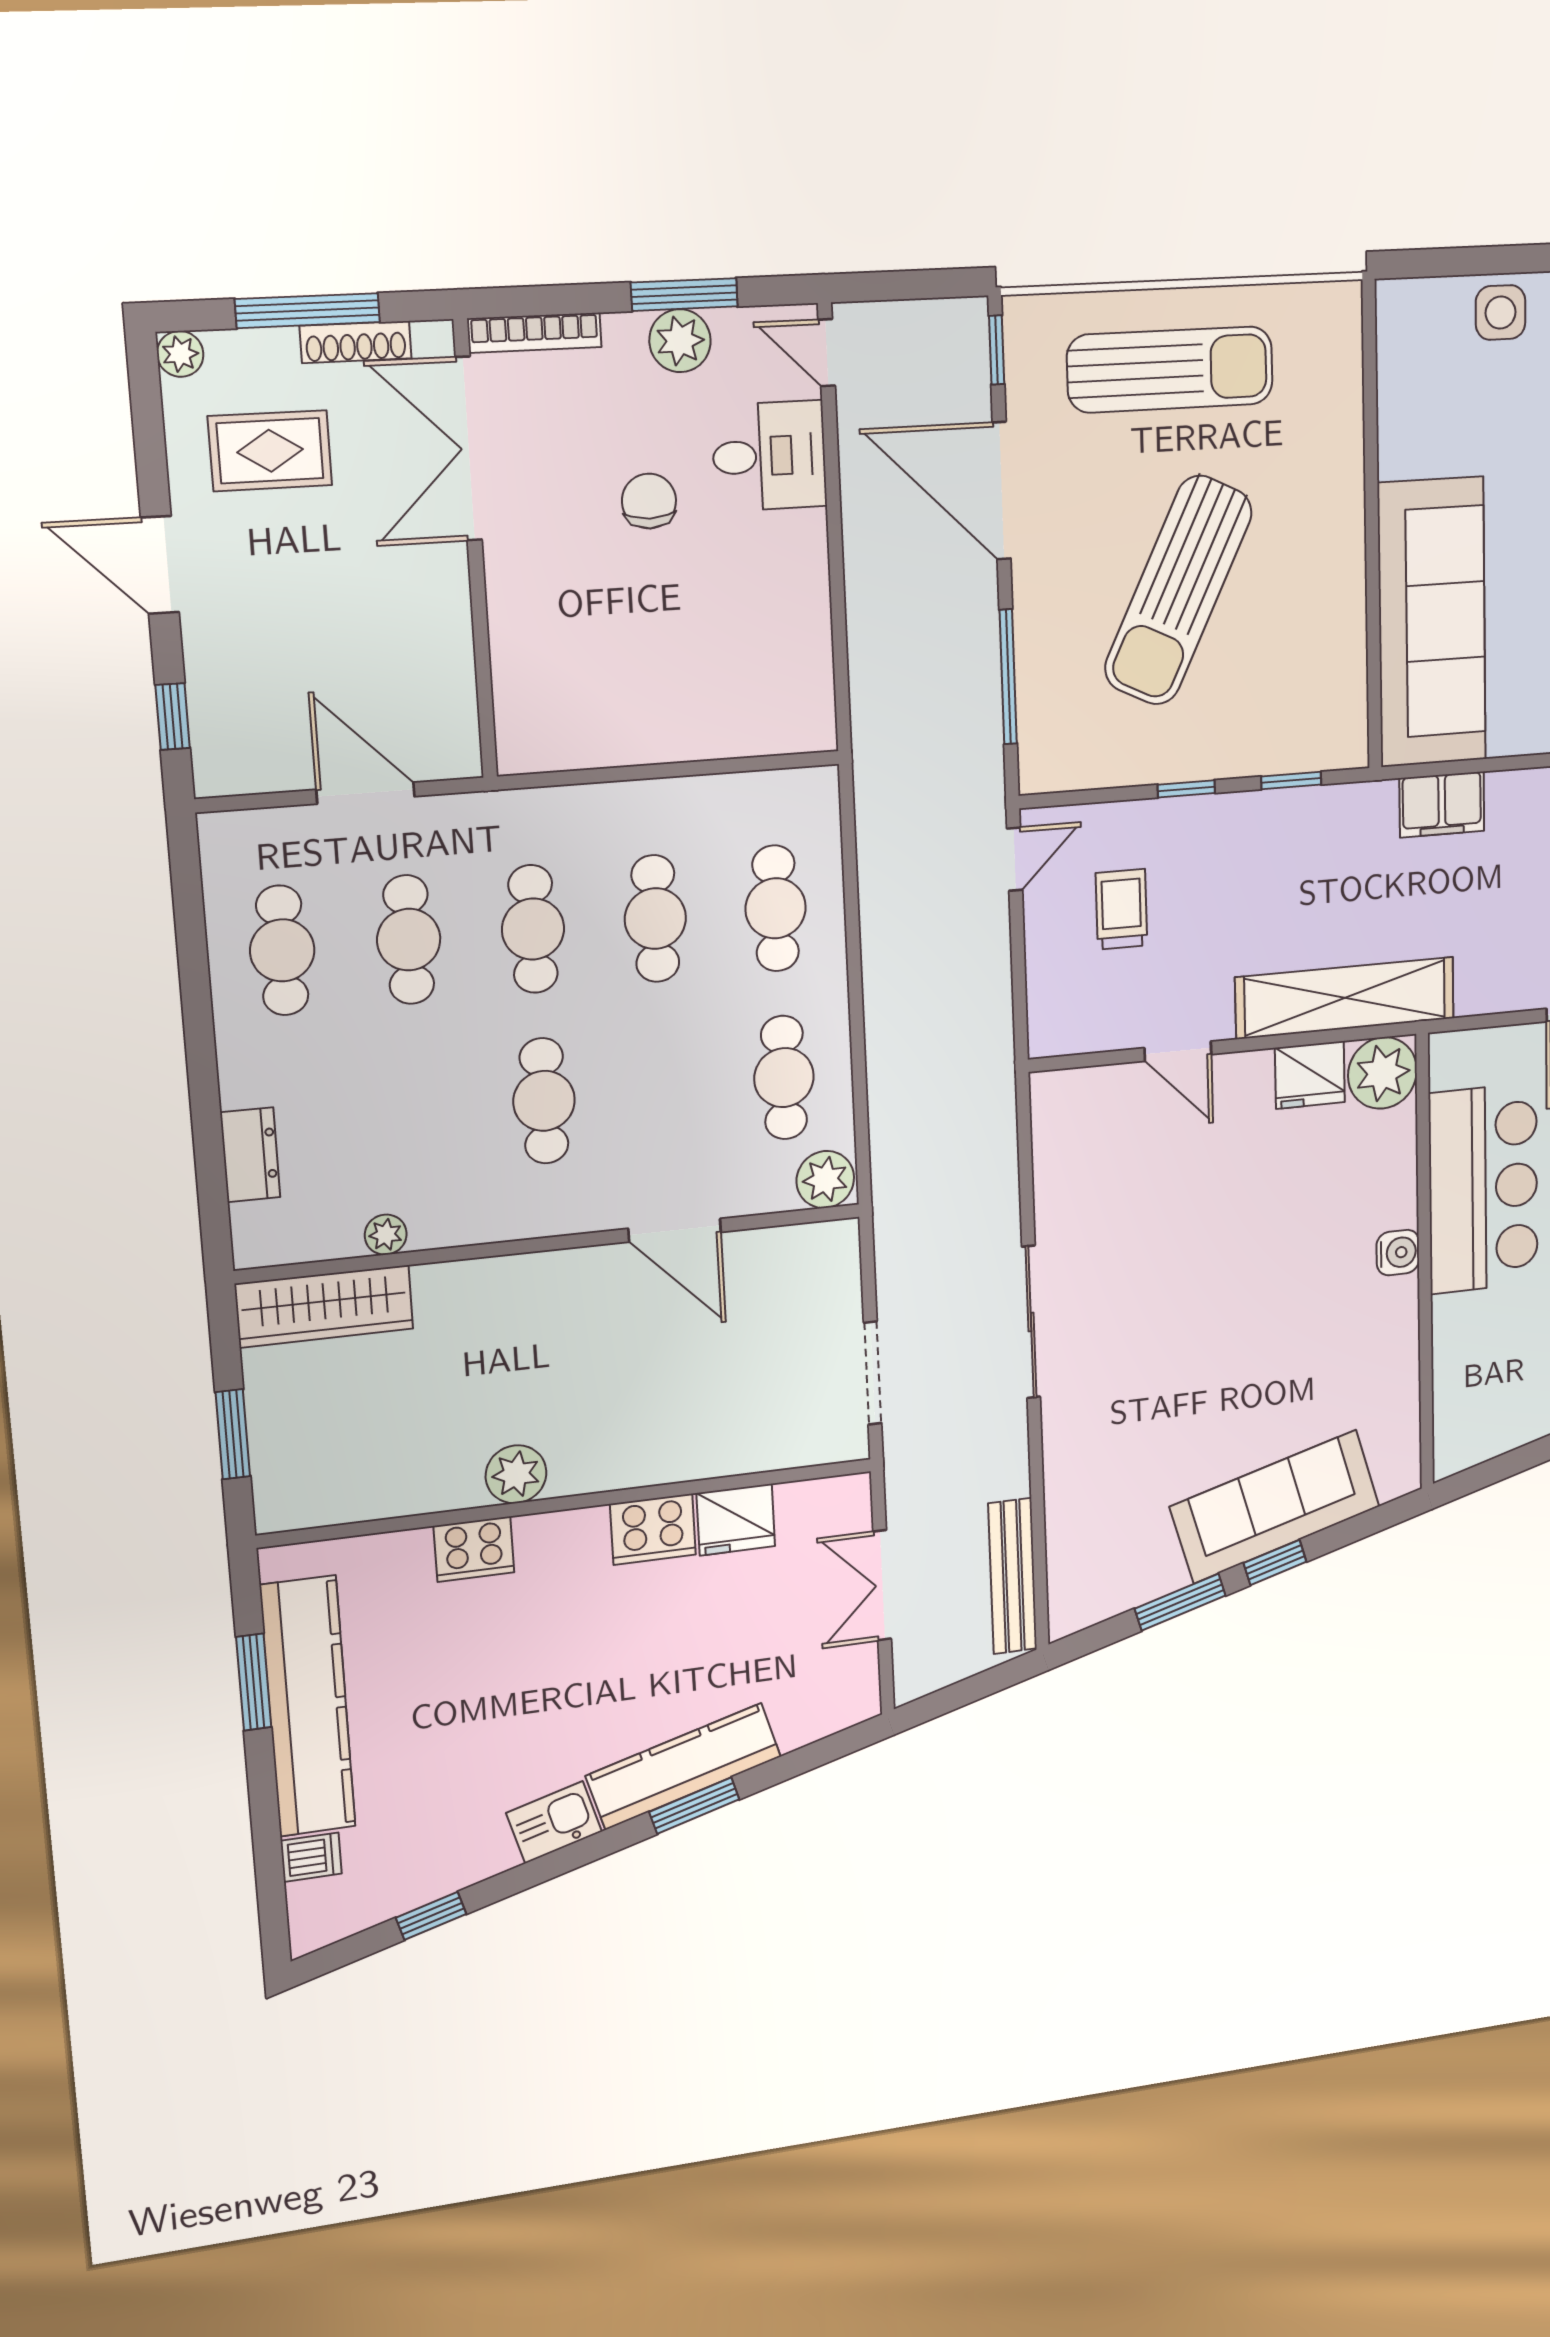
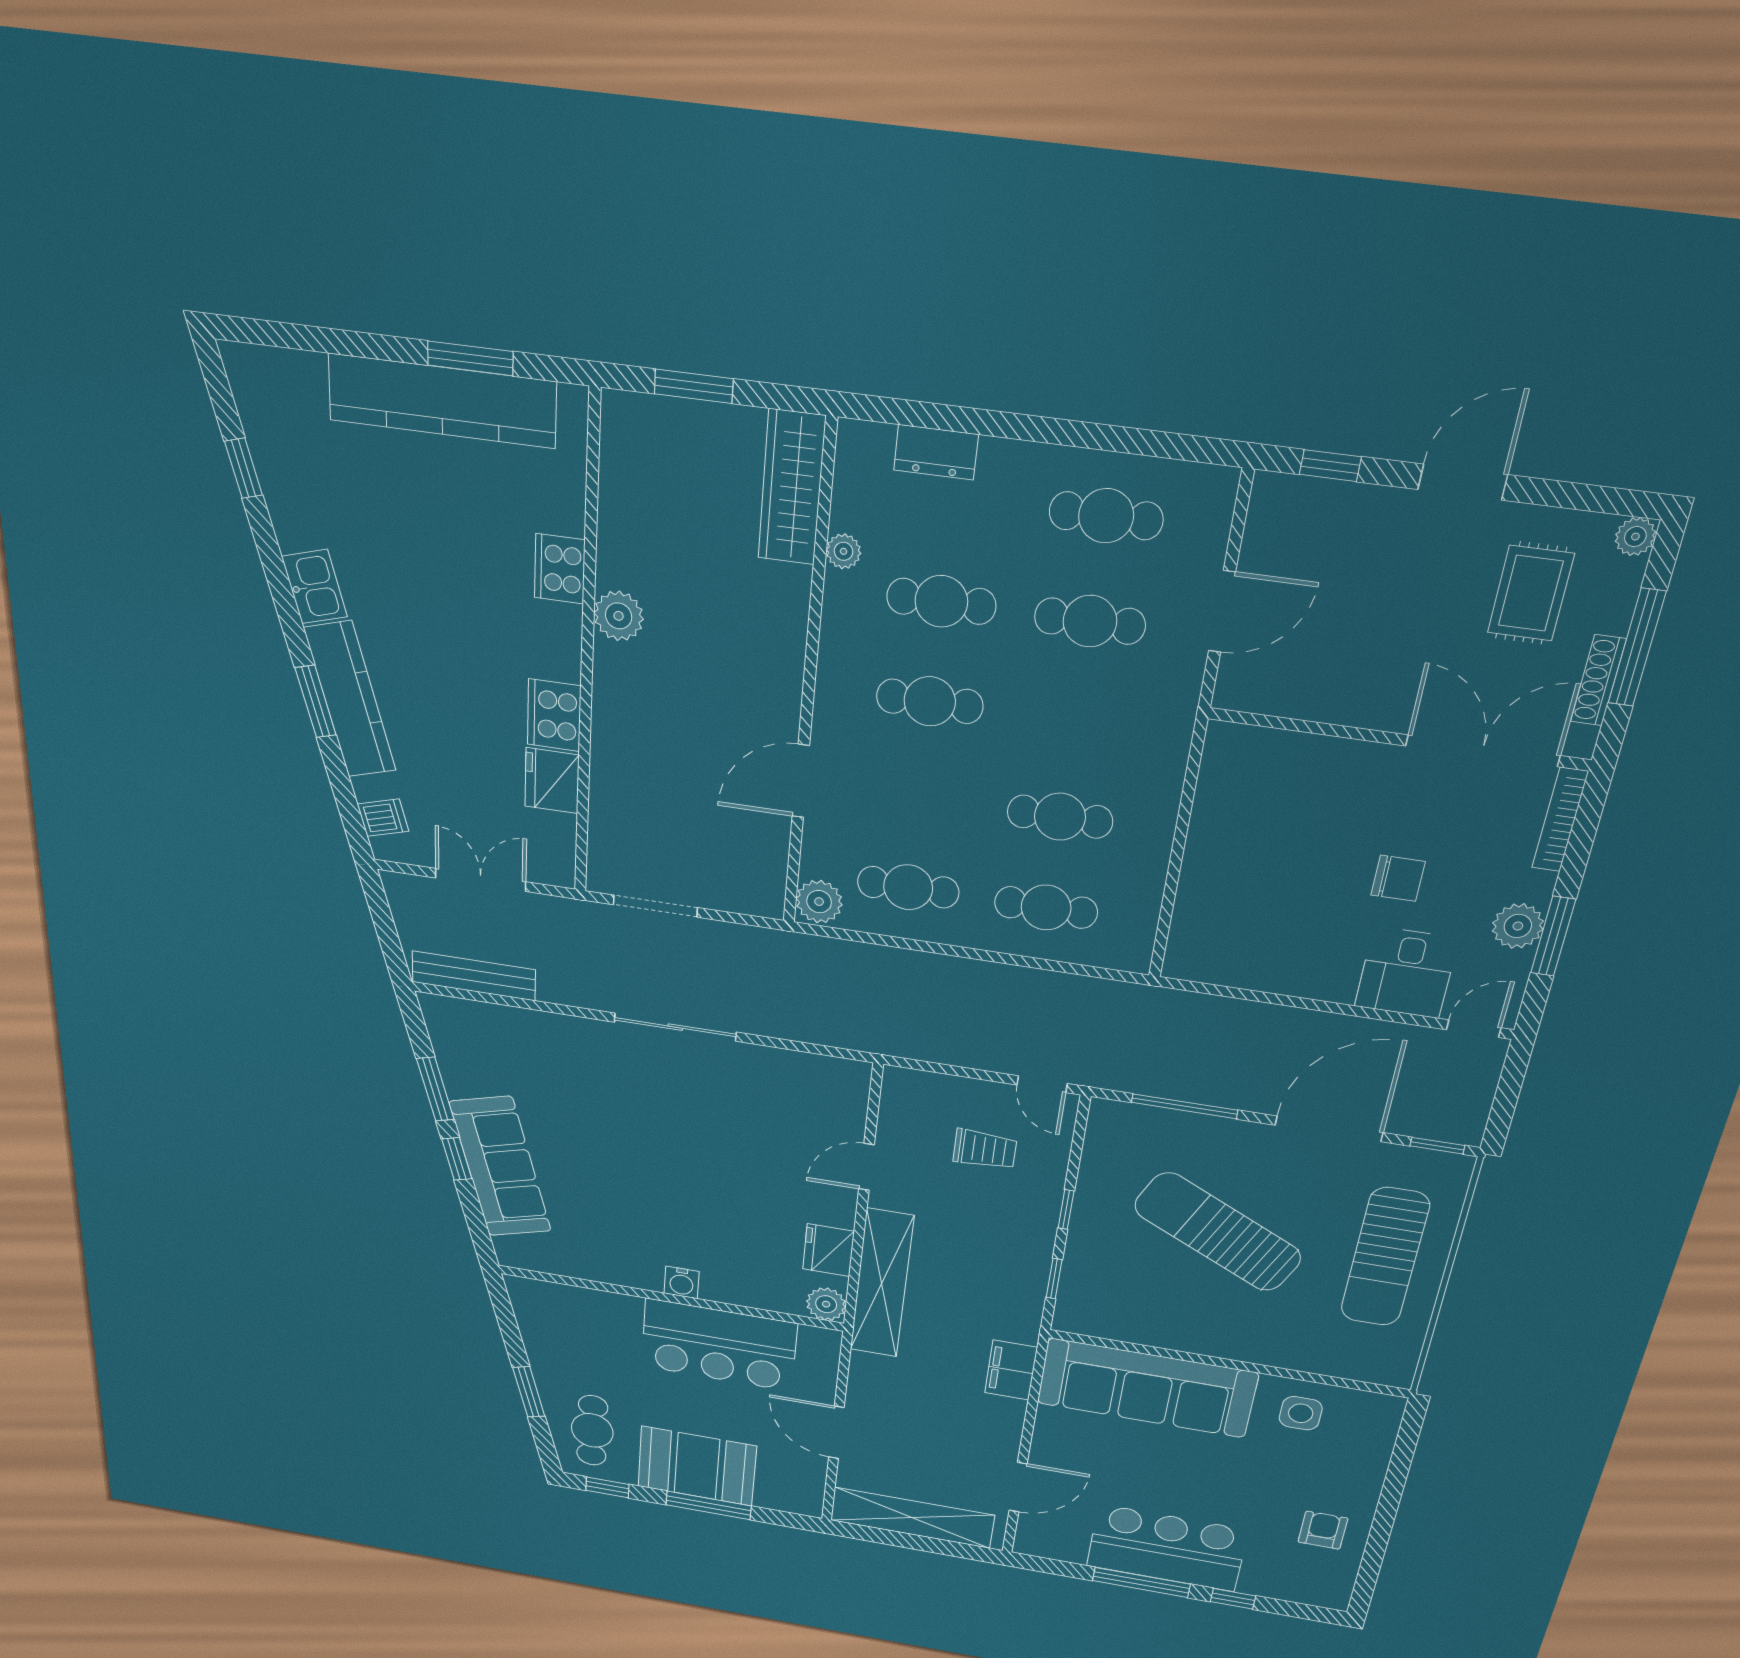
side table: (1501, 313) -> (1301, 1413), moved
cafe table: (533, 929) -> (941, 601), moved
plant: (1383, 1073) -> (826, 1304), width x0.73, depth x0.73
dishwasher: (311, 1857) -> (383, 818), moved, turned -106

